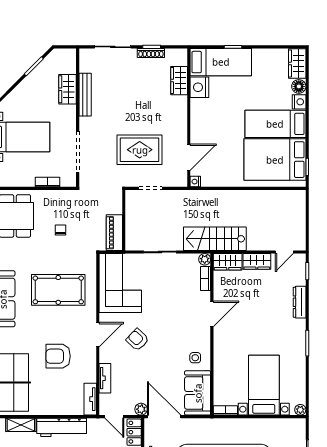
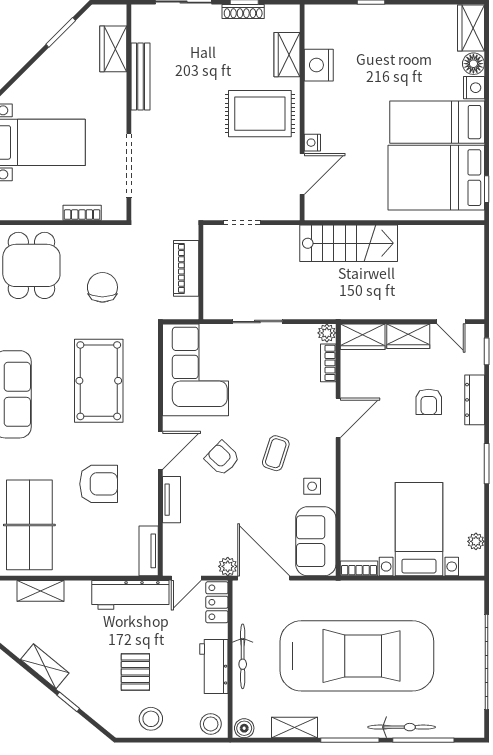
bed: (221, 62) -> (352, 26), removed
wardrobe: (68, 89) -> (113, 49), moved
rug: (140, 150) -> (260, 114), moved
nightstand: (195, 182) -> (312, 143), moved
chair: (61, 230) -> (102, 287), width x1.87, depth x1.87
piano: (114, 233) -> (186, 268), moved
stairs: (215, 239) -> (349, 243), moved, turned 180
door: (284, 252) -> (451, 322), hinge flipped
pool table: (58, 290) -> (99, 381), turned 90
armchair: (270, 304) -> (429, 402), added
coffee table: (172, 336) -> (276, 453), added
armchair: (58, 356) -> (99, 484), turned 180
tv unit: (105, 378) -> (171, 500), moved
plant: (300, 410) -> (476, 541), moved
door: (114, 417) -> (186, 578), hinge flipped
workbench: (62, 427) -> (130, 595), moved

